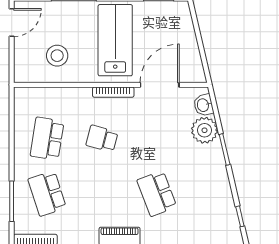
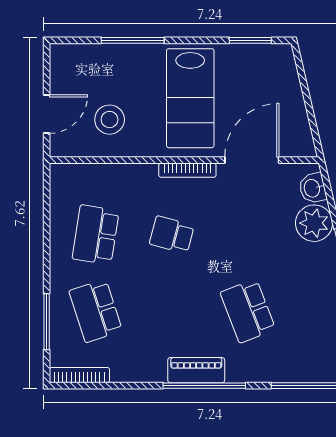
door: (12, 23) -> (47, 114), moved
lab bench: (115, 40) -> (190, 98), turned 180

